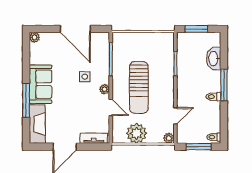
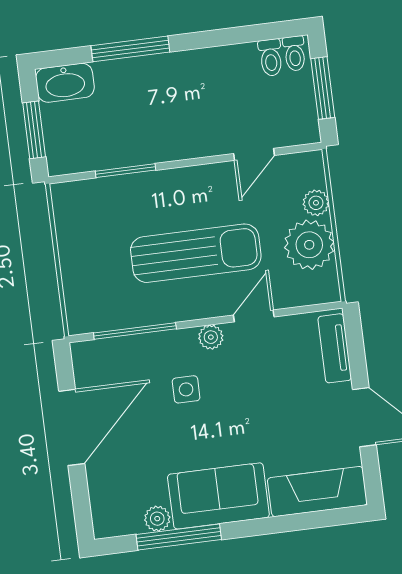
plant: (34, 37) -> (157, 519), moved
washbasin: (214, 59) -> (65, 83), moved
window: (224, 85) -> (130, 49), moved
toilet: (213, 97) -> (271, 58), moved
window: (26, 100) -> (179, 537), moved
door: (175, 116) -> (254, 154), swing flipped
plant: (169, 138) -> (316, 203), moved

